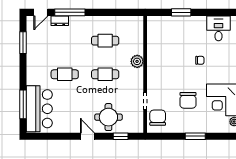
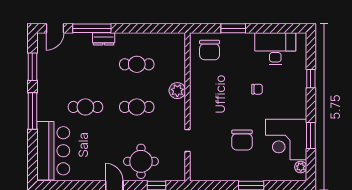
dresser: (60, 21) -> (104, 39), moved
desk: (219, 28) -> (275, 49), width x1.37
window: (23, 104) -> (32, 111), moved
chair: (158, 118) -> (210, 50), moved, turned 180

